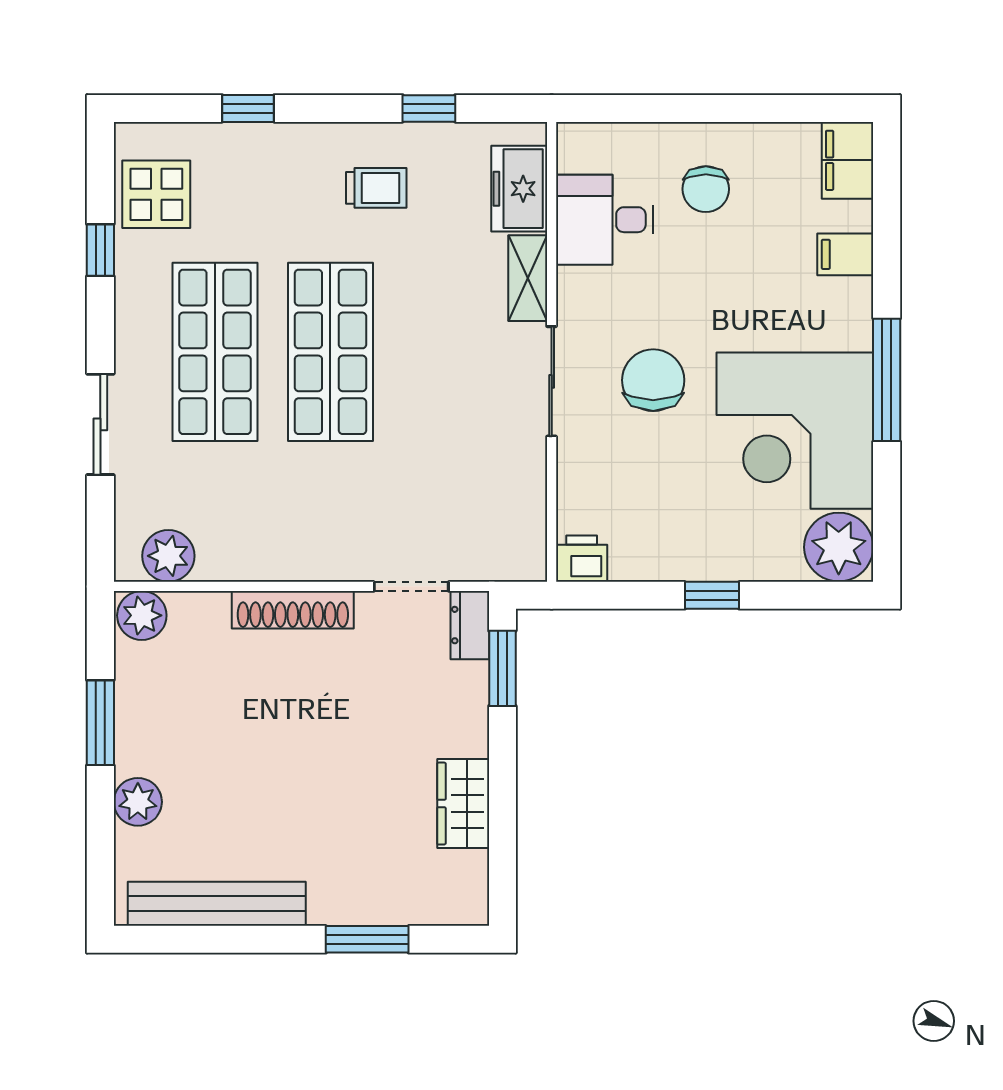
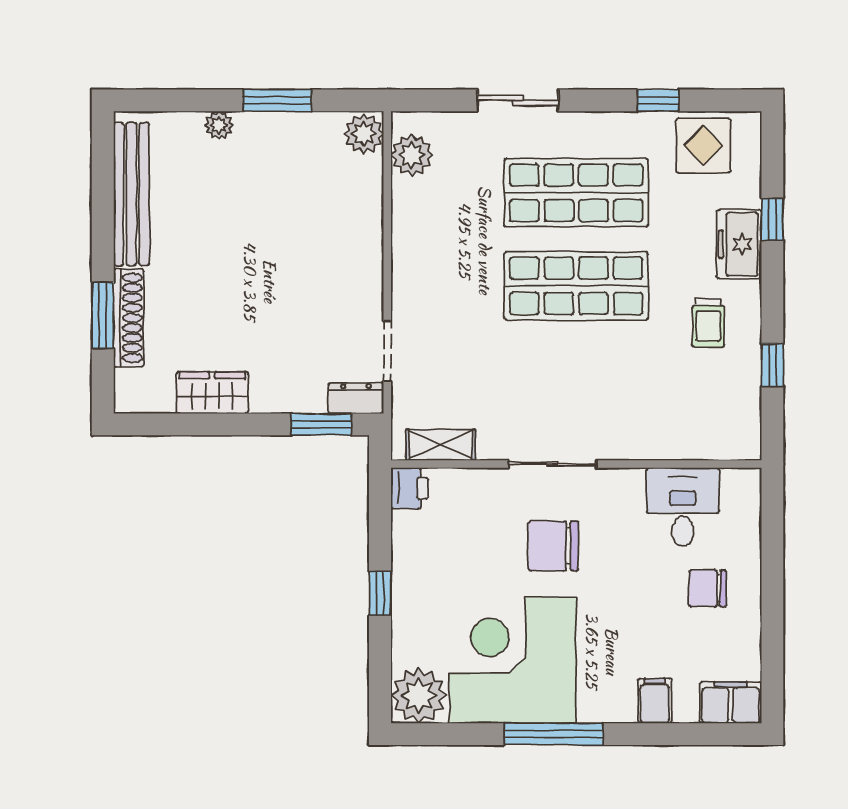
freezer: (519, 189) -> (739, 244), moved, turned -90
shelving: (528, 278) -> (441, 445), moved
chair: (653, 380) -> (553, 546), turned 180
shoe rack: (293, 610) -> (129, 318), moved, turned 180
plant: (138, 802) -> (219, 125), width x0.73, depth x0.73

